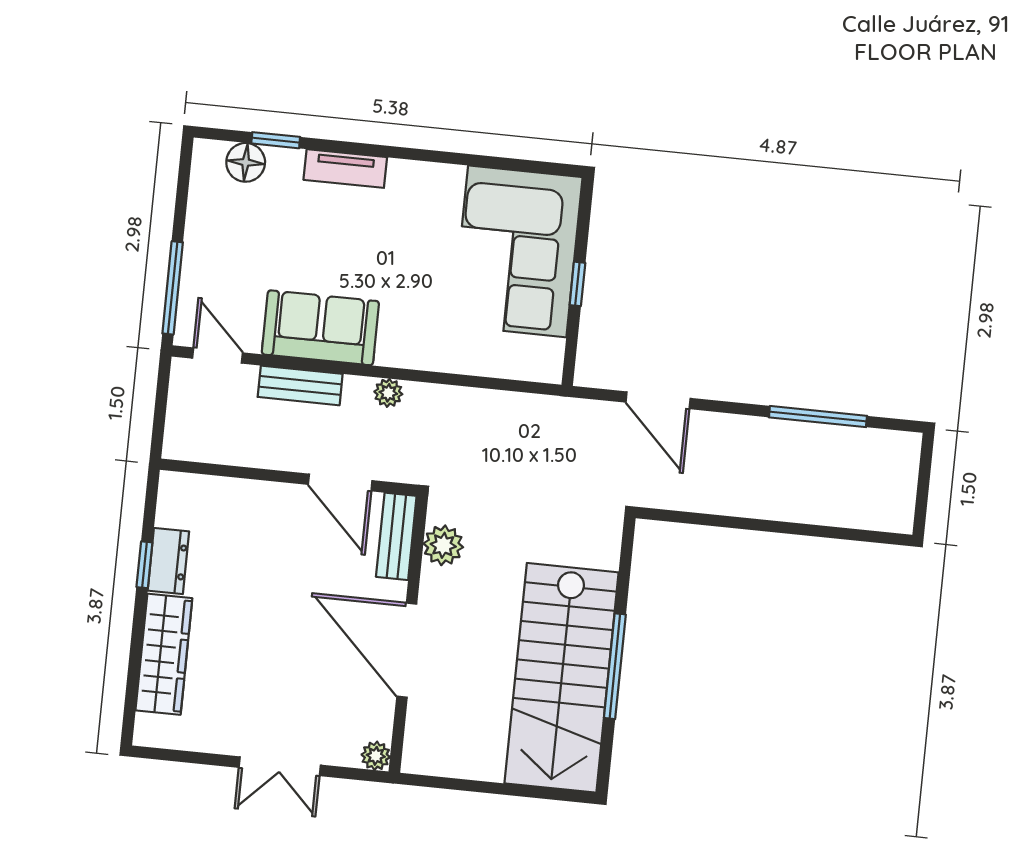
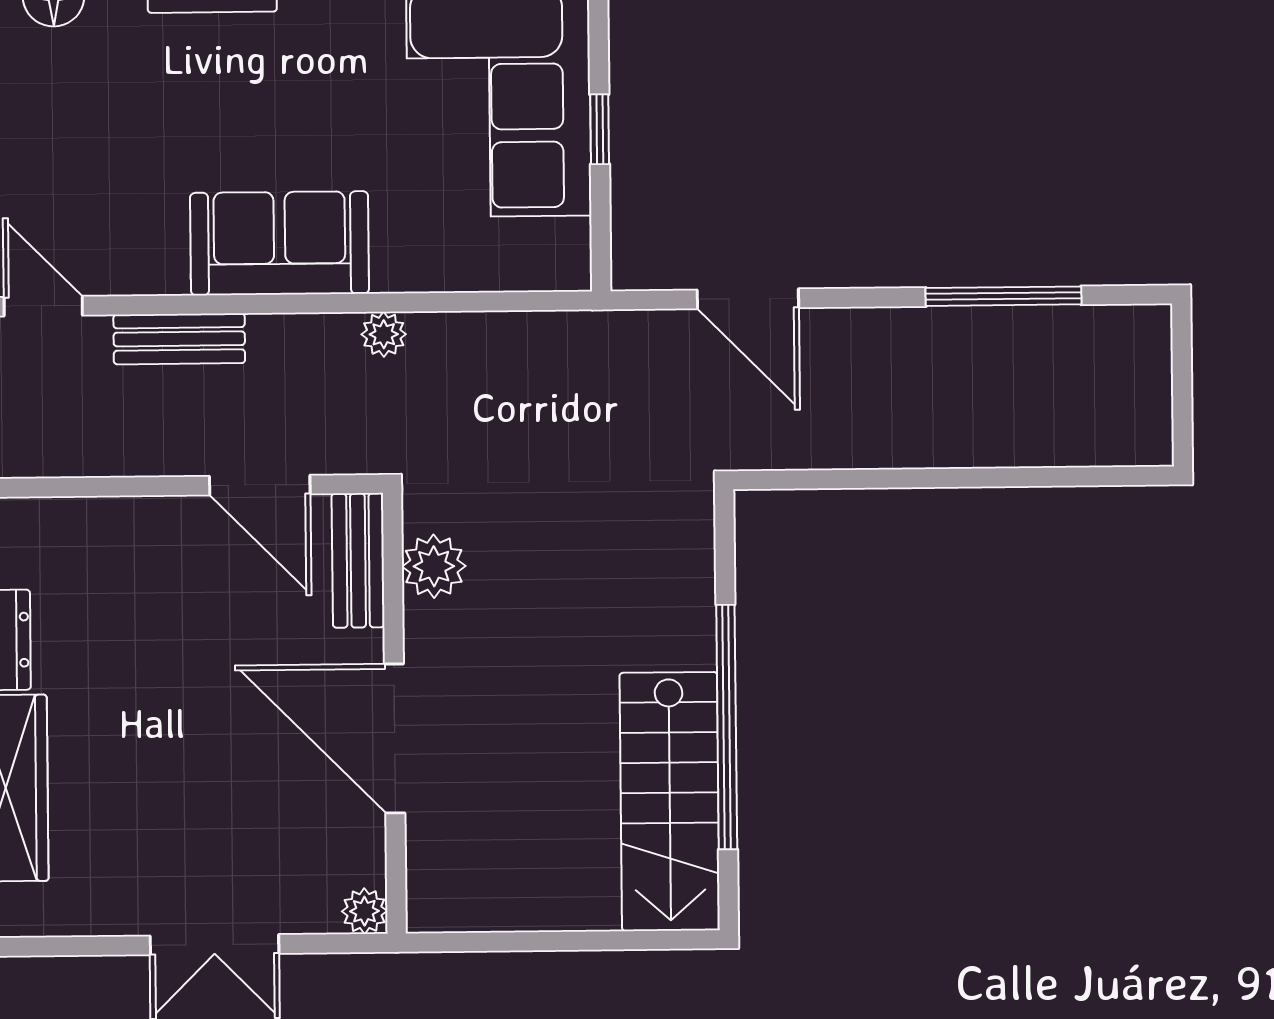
sofa: (320, 328) -> (279, 243), moved
plant: (388, 393) -> (384, 334), moved
window: (615, 666) -> (727, 727), width x1.46
stairs: (562, 678) -> (670, 802), width x0.73, depth x0.66

